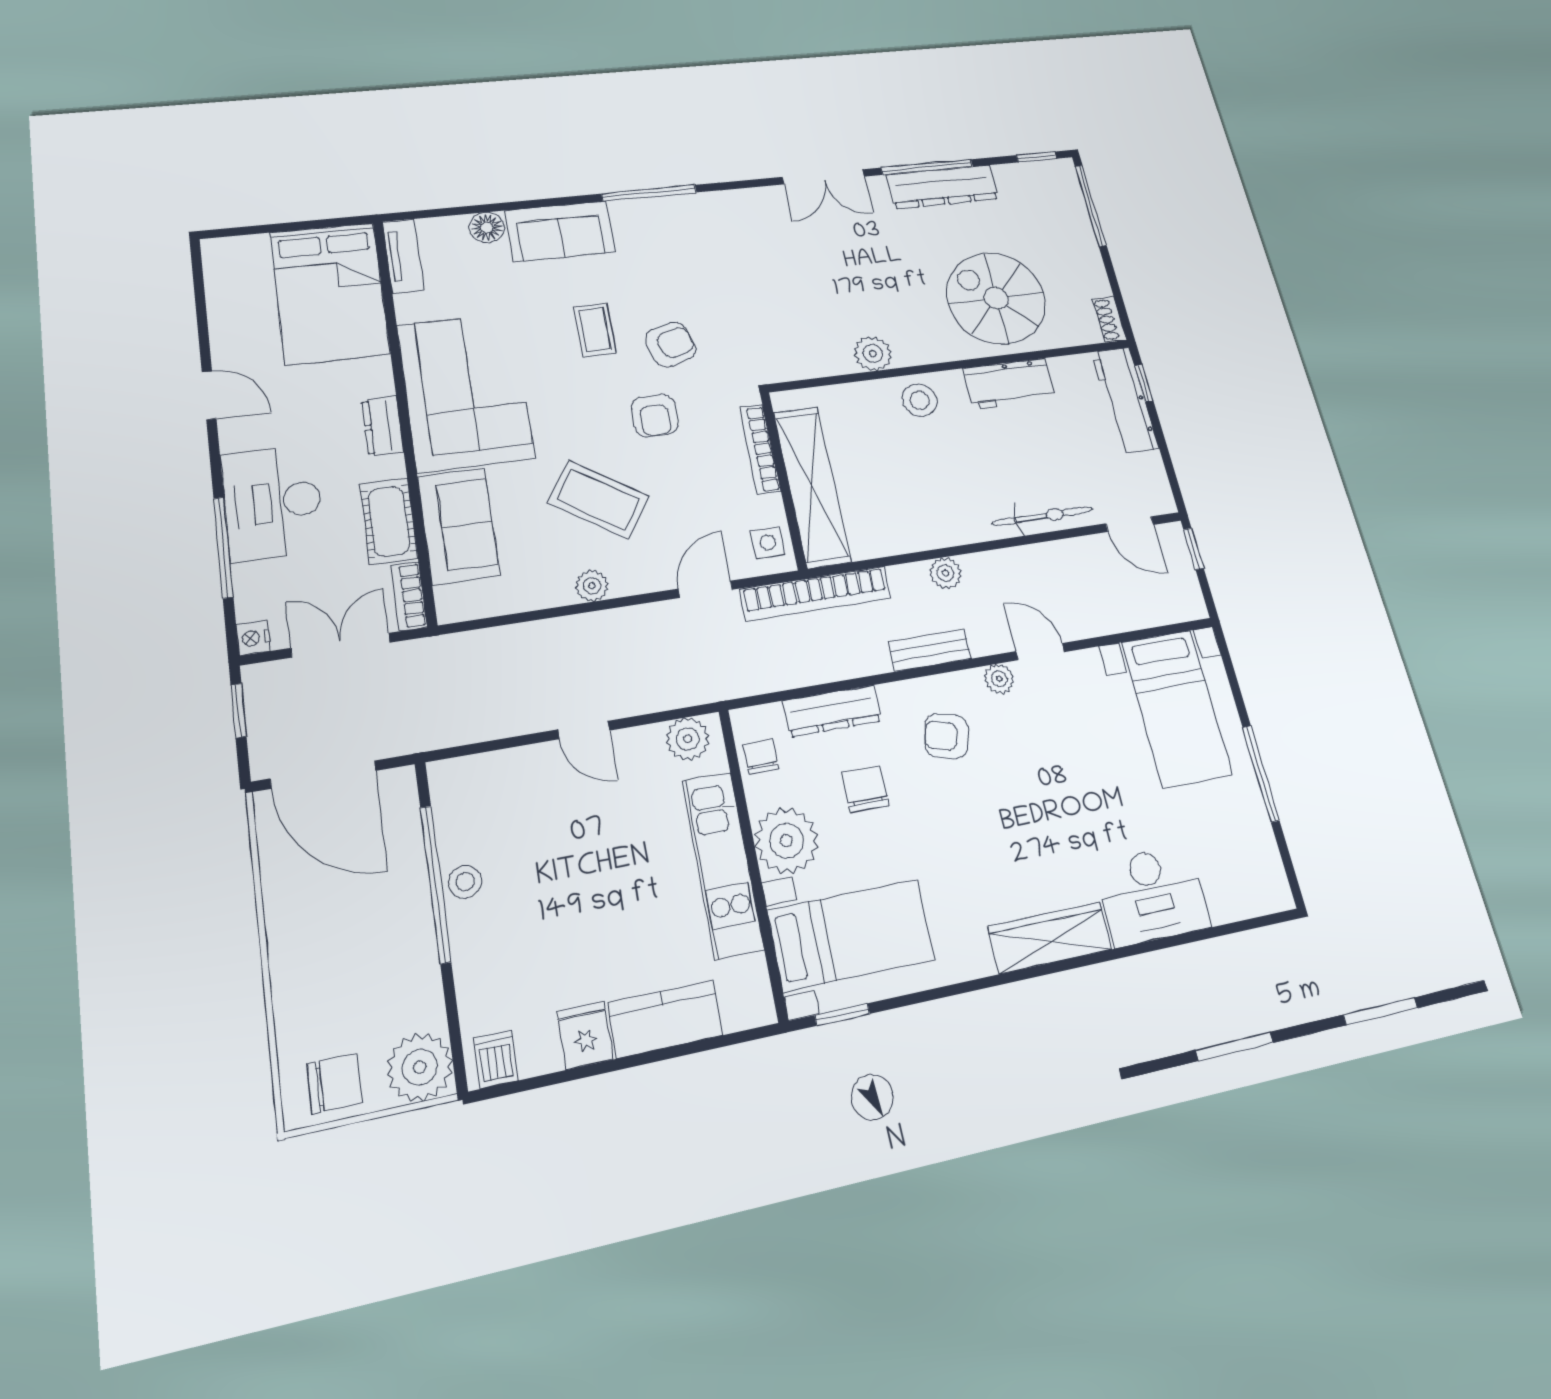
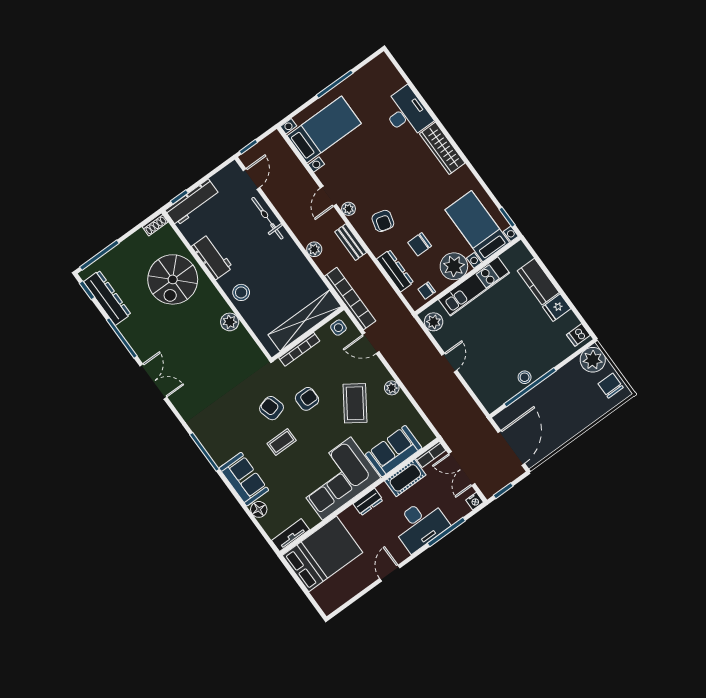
dresser: (943, 187) -> (107, 298), moved

